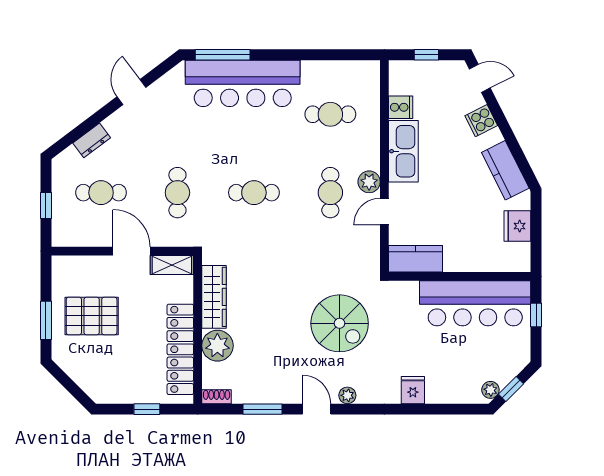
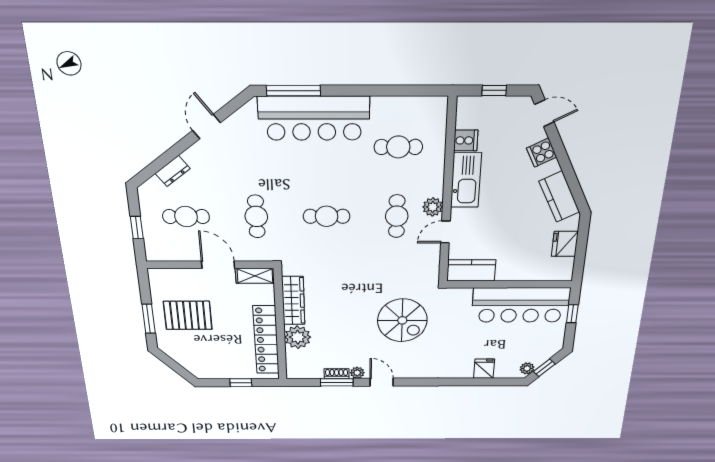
fridge: (413, 390) -> (484, 369), moved
plant: (347, 395) -> (357, 373), moved
shoe rack: (217, 397) -> (337, 374), moved

